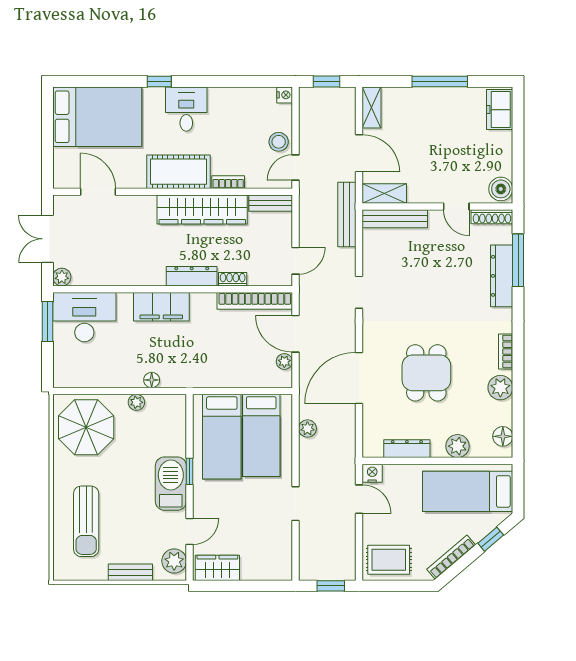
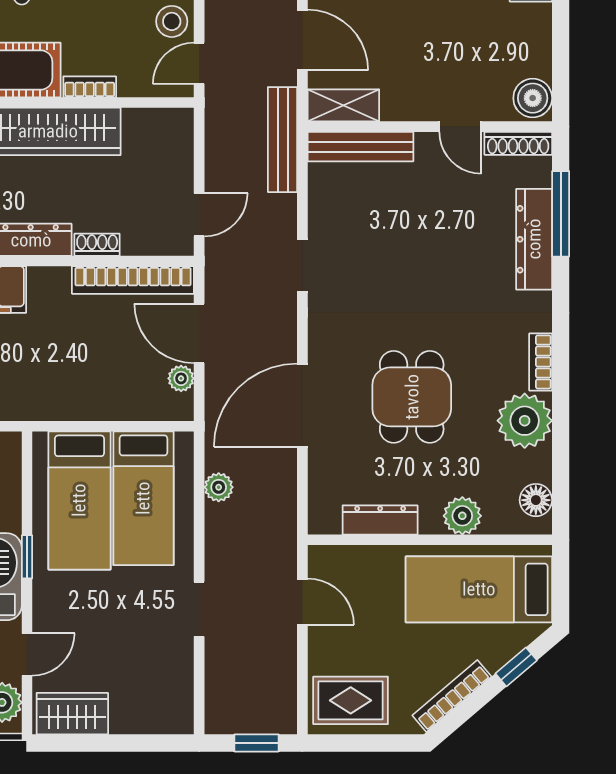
bench: (271, 203) -> (159, 121), removed
plant: (500, 388) -> (525, 421), width x1.36, depth x1.36
nightstand: (372, 473) -> (324, 560), removed

